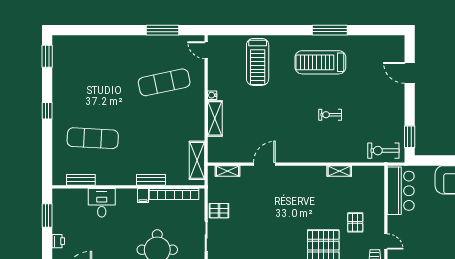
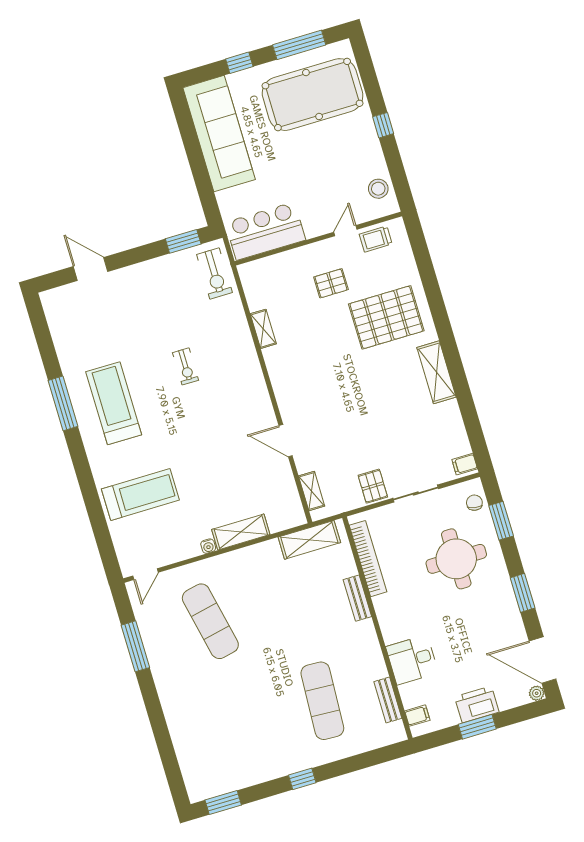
treadmill: (320, 62) -> (114, 403), turned 180
door: (410, 73) -> (91, 269), swing flipped
filing cabinet: (143, 196) -> (417, 716), moved
window: (47, 216) -> (477, 727), moved
printer: (58, 241) -> (477, 704), width x1.87, depth x1.48

